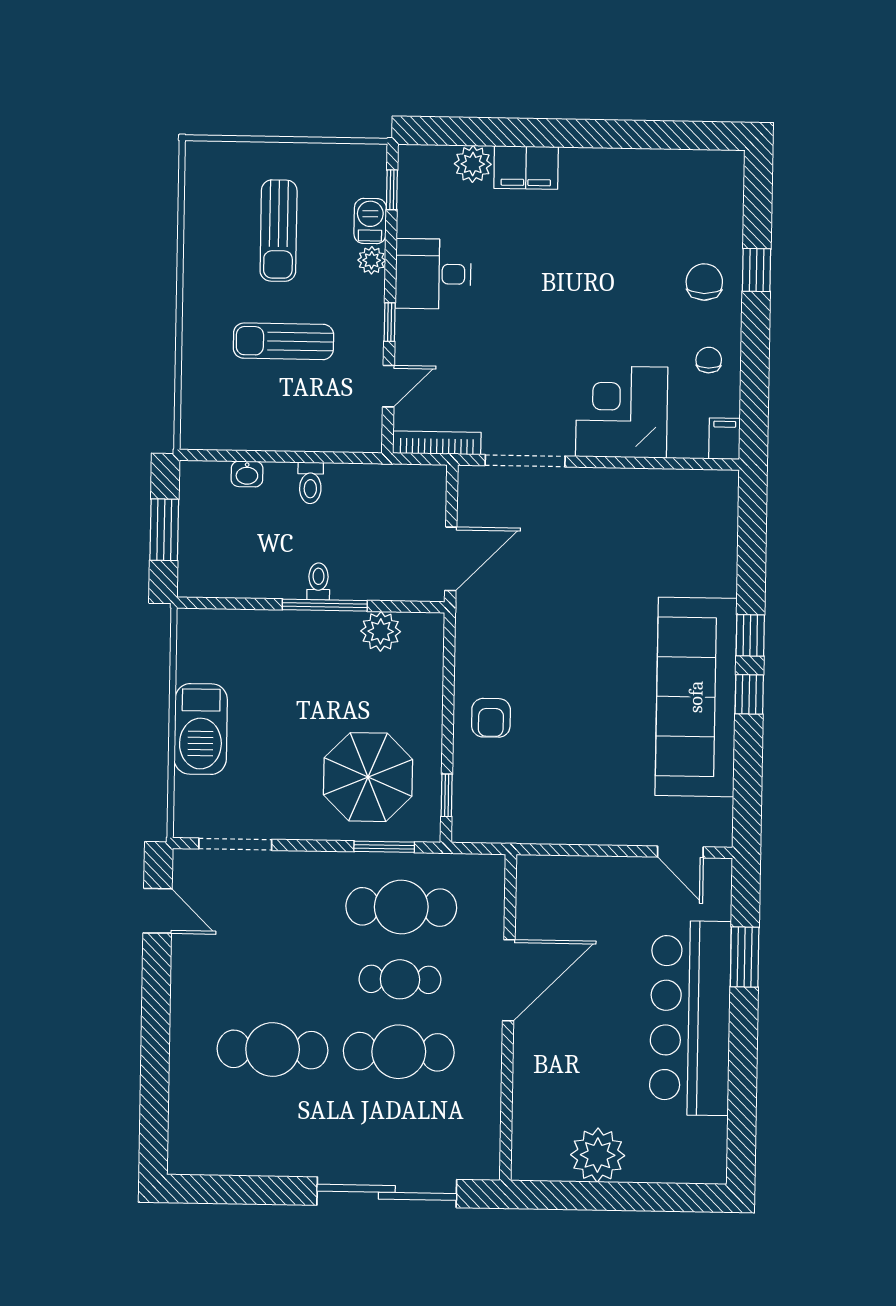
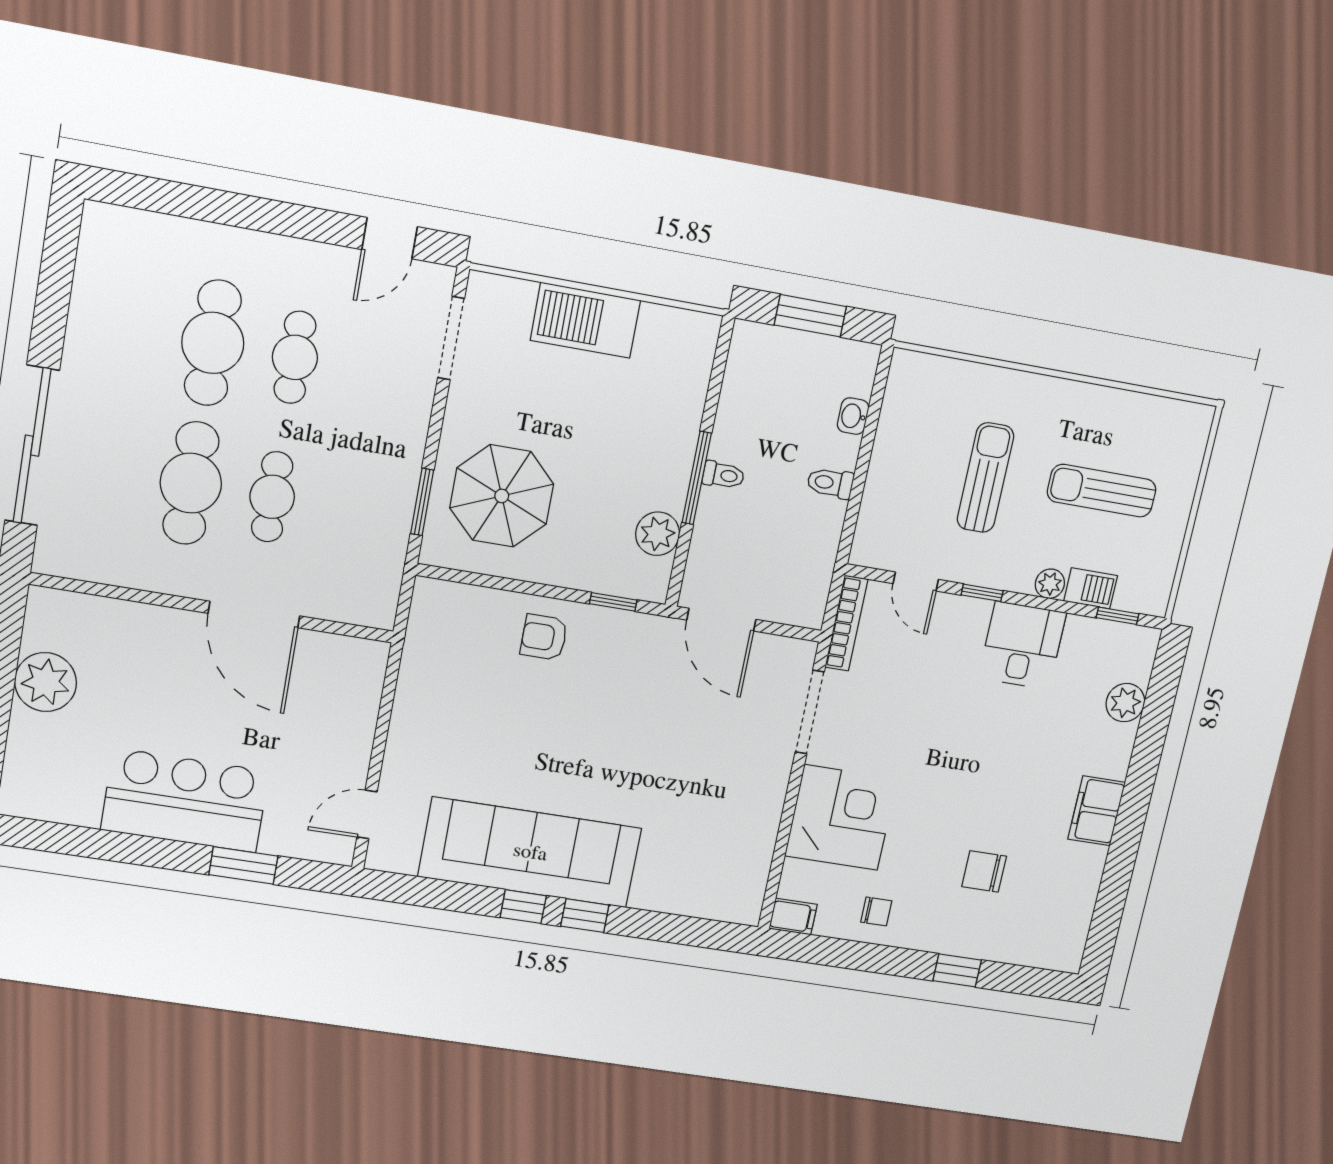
filing cabinet: (526, 168) -> (1096, 811), moved
chair: (704, 282) -> (984, 871), moved, turned 180
window: (447, 795) -> (613, 602), moved
cafe table: (401, 907) -> (295, 357), moved, width x0.73, depth x0.74
bar counter: (690, 1018) -> (185, 800), width x0.73

